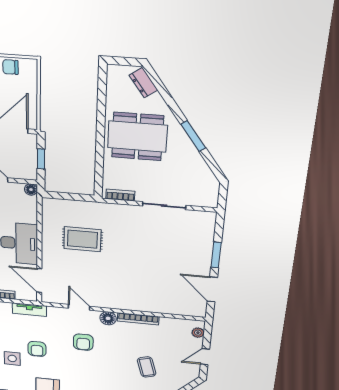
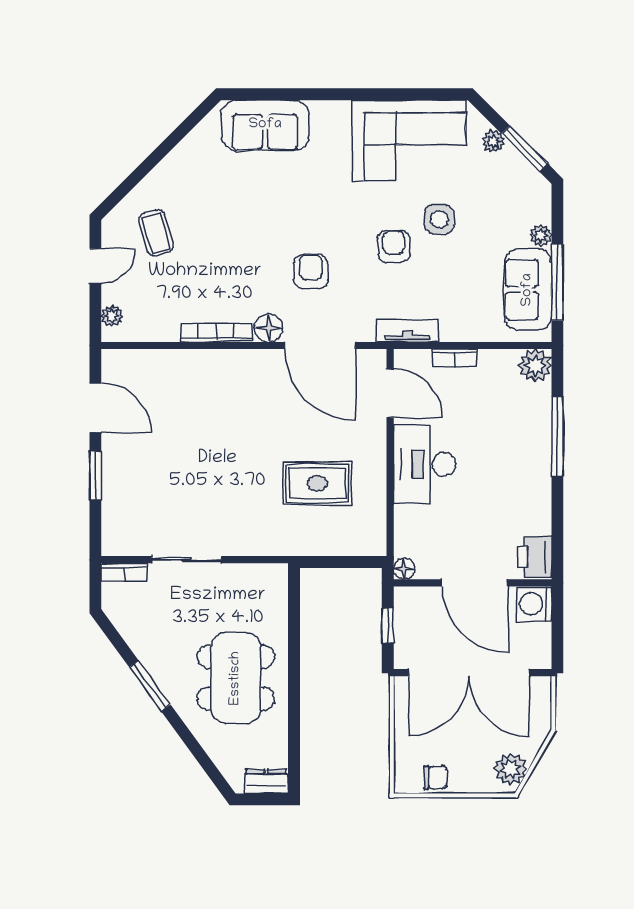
dresser: (143, 83) -> (266, 781), moved, turned -54
dining table: (137, 137) -> (236, 678), turned 90
bookcase: (120, 195) -> (124, 572), moved
door: (79, 307) -> (320, 346), width x1.88
coffee table: (147, 367) -> (156, 233), moved

